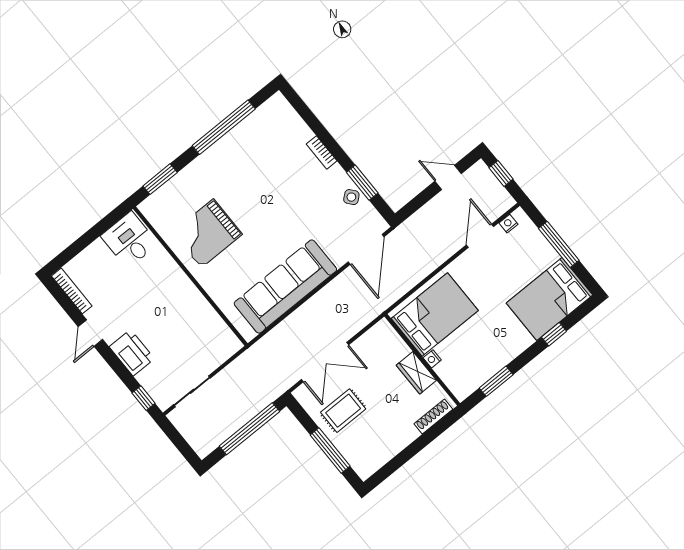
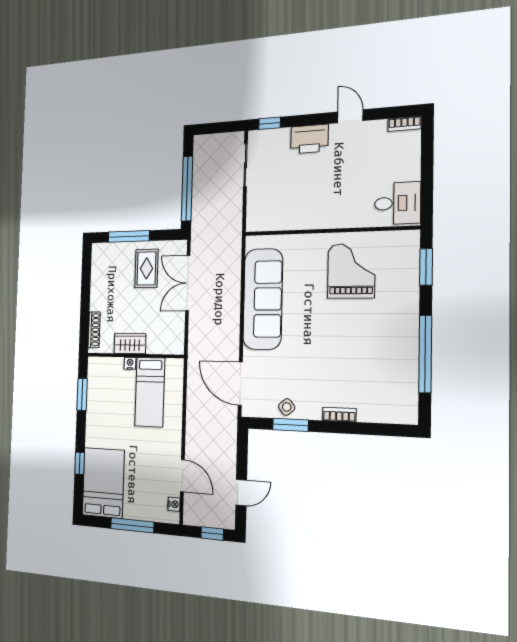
bookcase: (72, 291) -> (404, 124), width x0.64
bed: (435, 314) -> (150, 392), width x0.67

